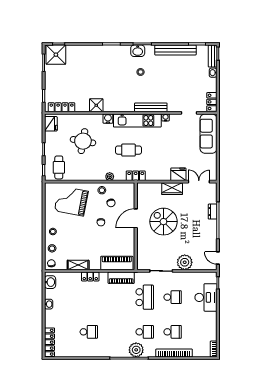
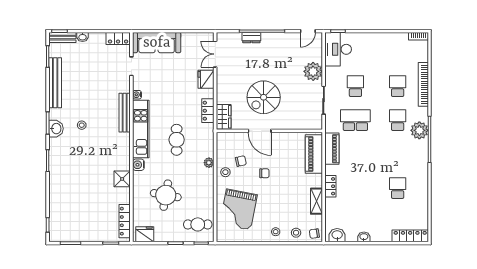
shower: (56, 55) -> (61, 228), removed
locker: (136, 176) -> (208, 111), moved
wardrobe: (172, 189) -> (224, 117), moved
desk: (206, 297) -> (338, 49), moved, turned -90

